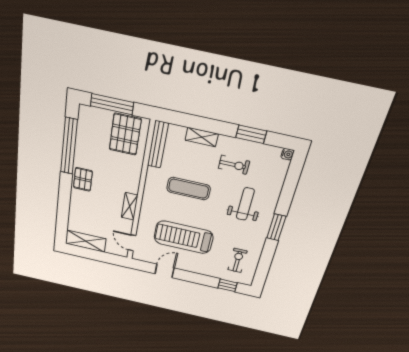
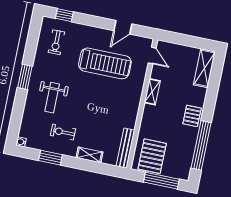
exercise mat: (189, 189) -> (100, 110), removed
shelving: (86, 241) -> (204, 68), moved, turned 90

